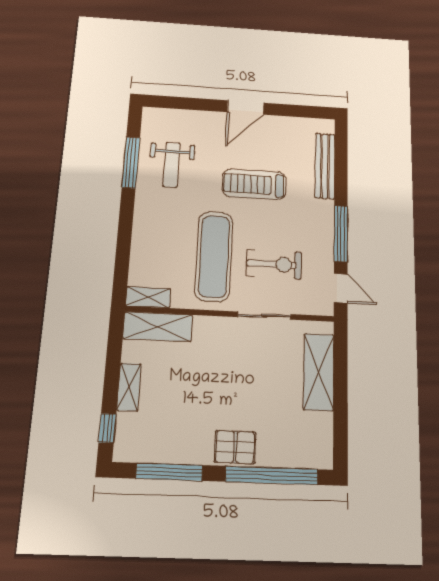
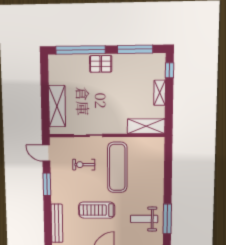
weight bench: (172, 165) -> (144, 219), turned -90
treadmill: (254, 184) -> (97, 210), turned 180
window: (341, 233) -> (47, 184), width x0.69
exercise bike: (274, 264) -> (84, 165), width x0.73, depth x0.72
shelving: (148, 297) -> (152, 142), removed

